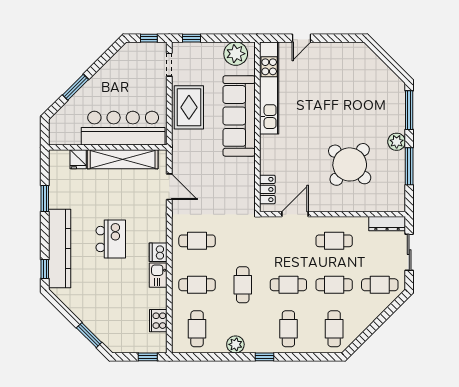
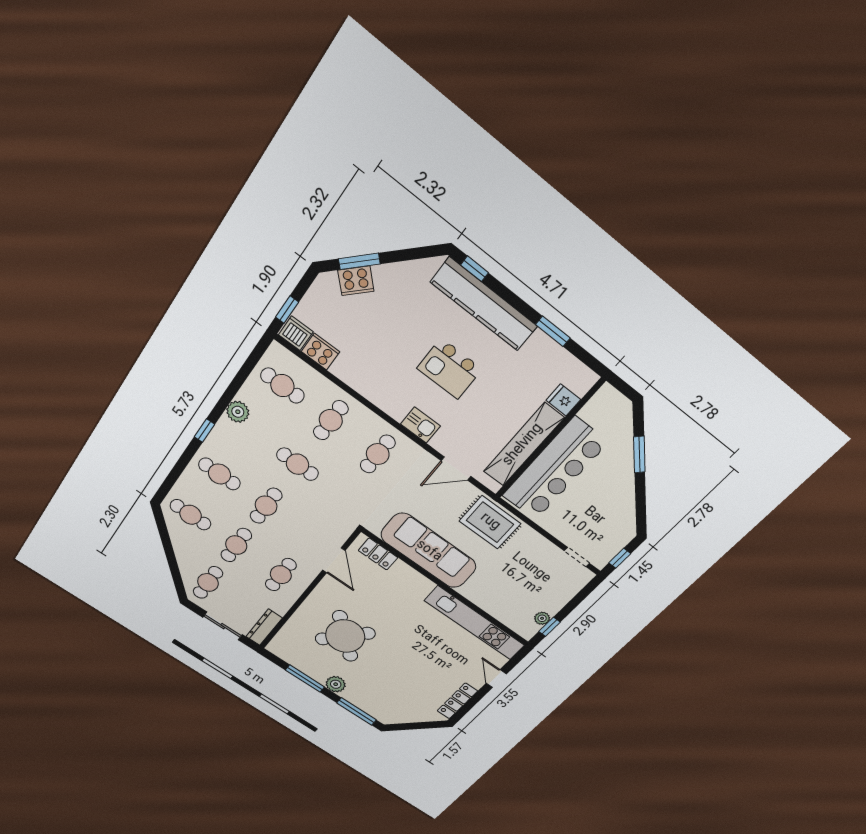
window: (191, 38) -> (549, 627), moved
locker: (342, 49) -> (457, 701), added
plant: (236, 54) -> (542, 618), width x0.53, depth x0.53
rug: (189, 107) -> (490, 522), moved
sofa: (239, 116) -> (429, 551), moved
dishwasher: (158, 252) -> (296, 333), moved
kitchen sink: (158, 275) -> (420, 425), moved
cooker: (101, 329) -> (356, 281), added

